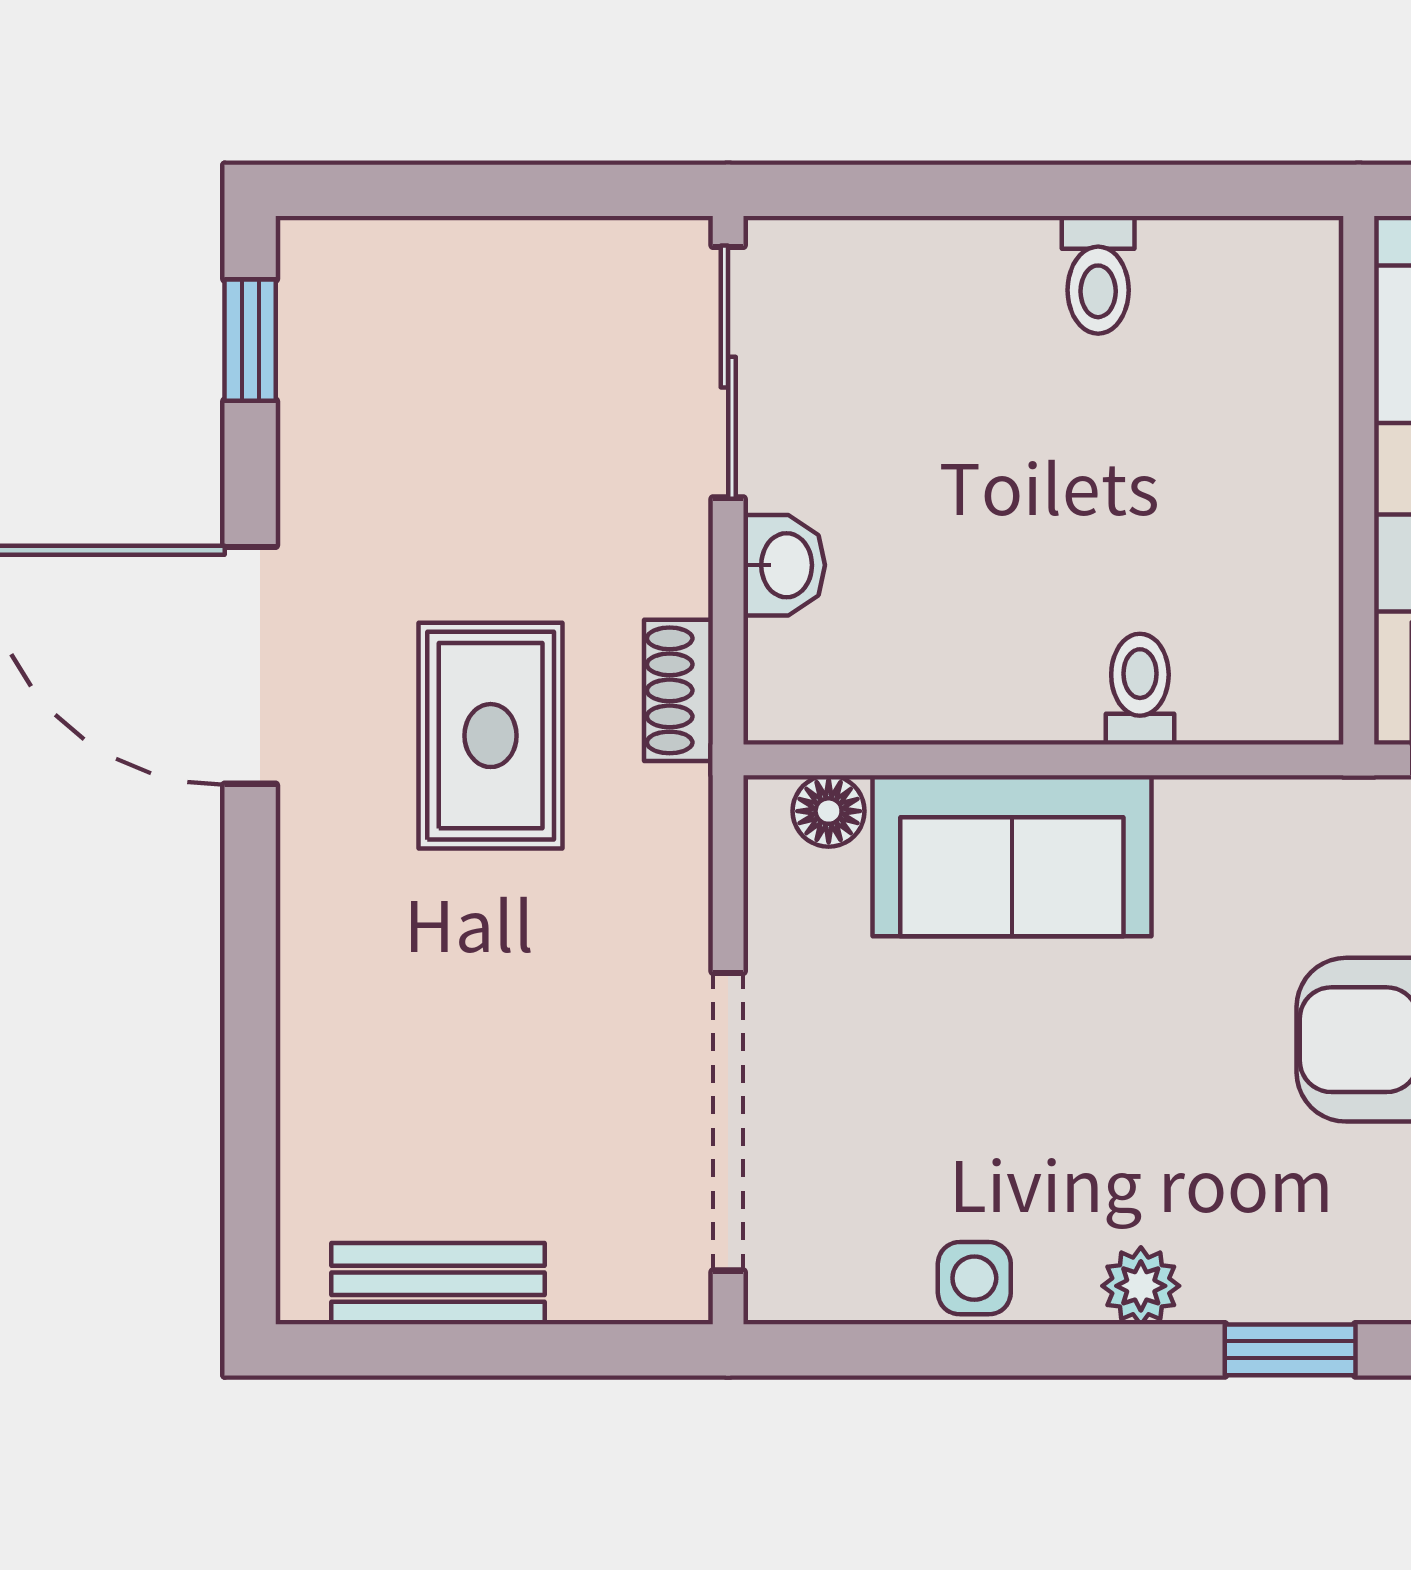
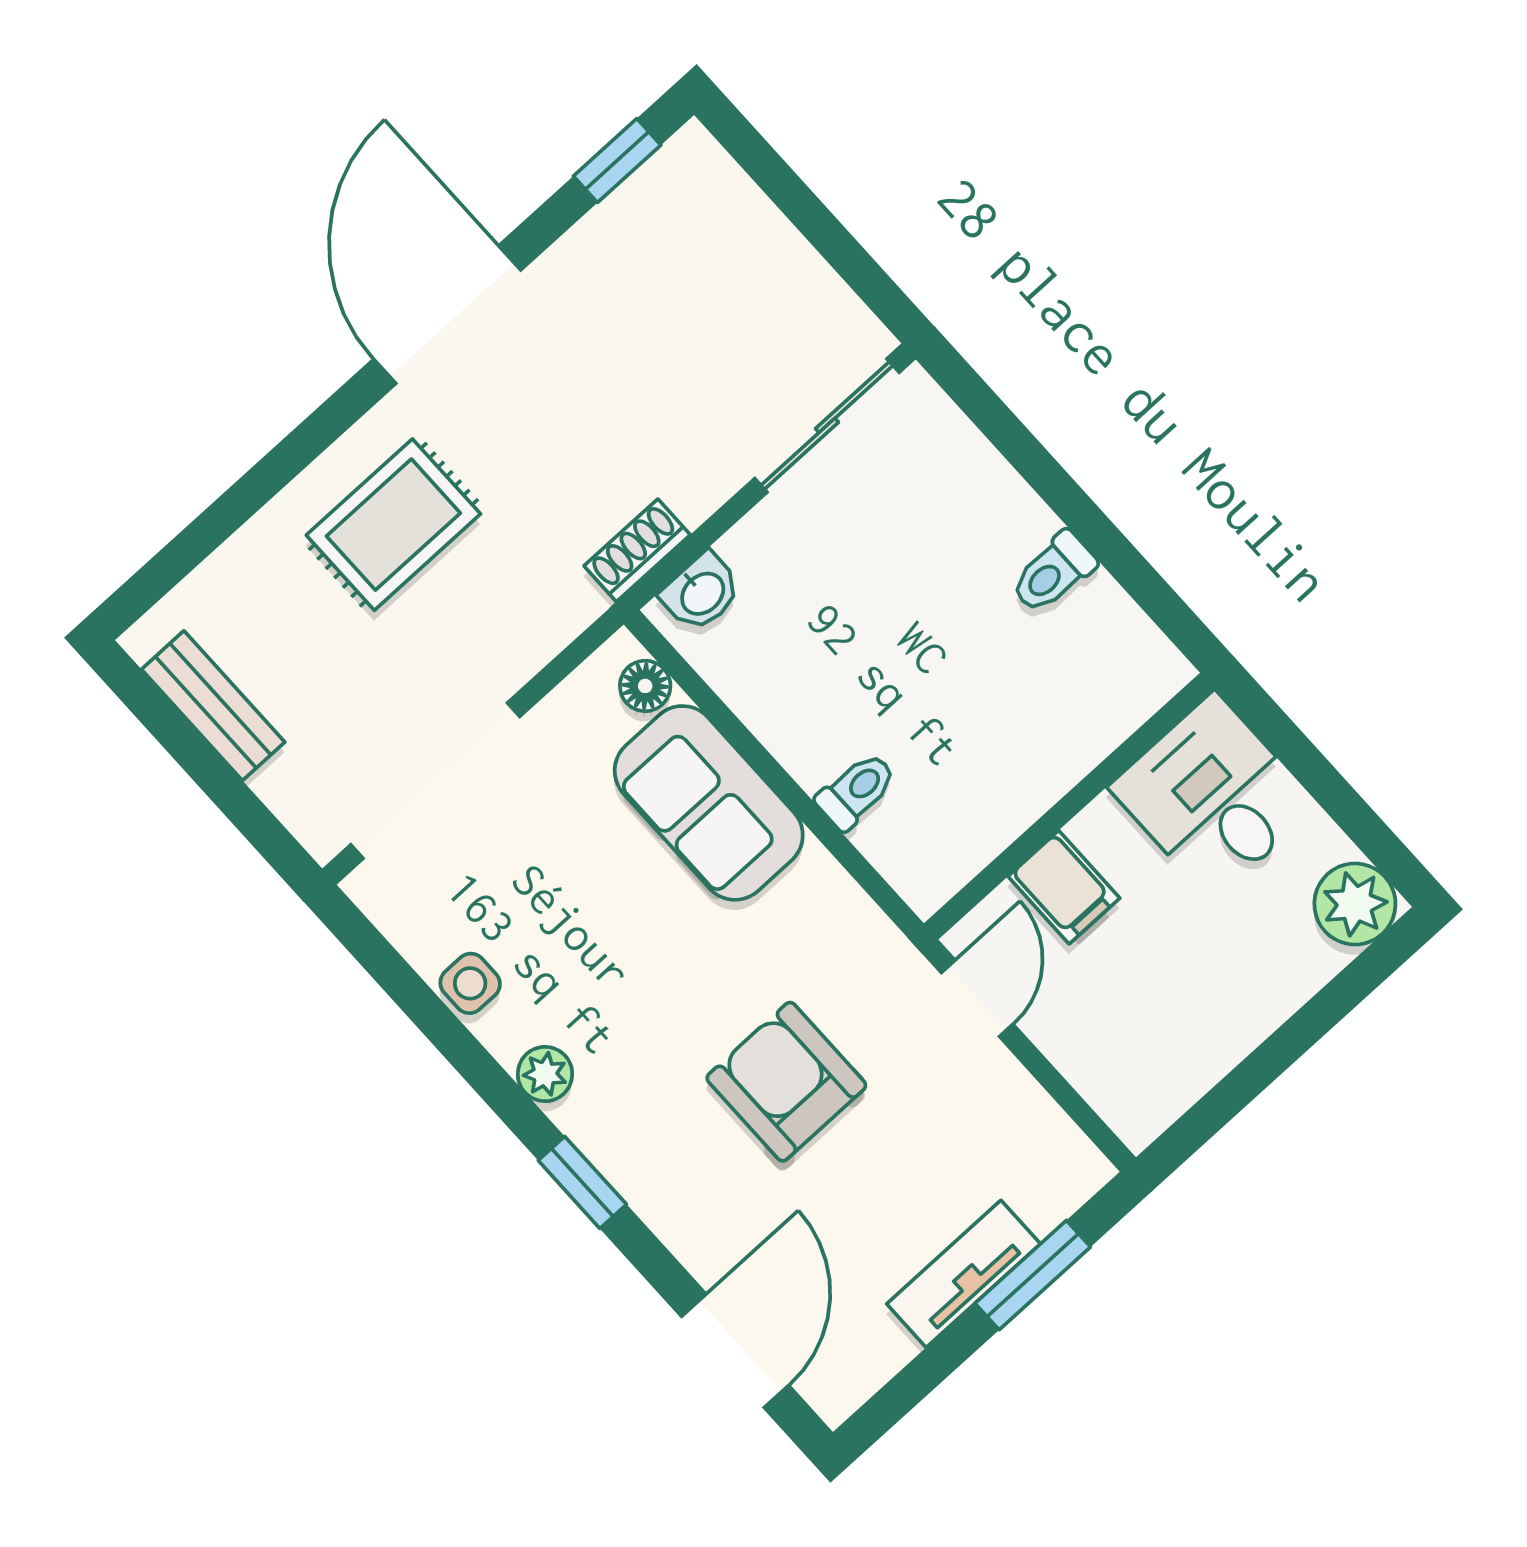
washbasin: (784, 565) -> (702, 592), moved
rug: (491, 736) -> (393, 525), moved

